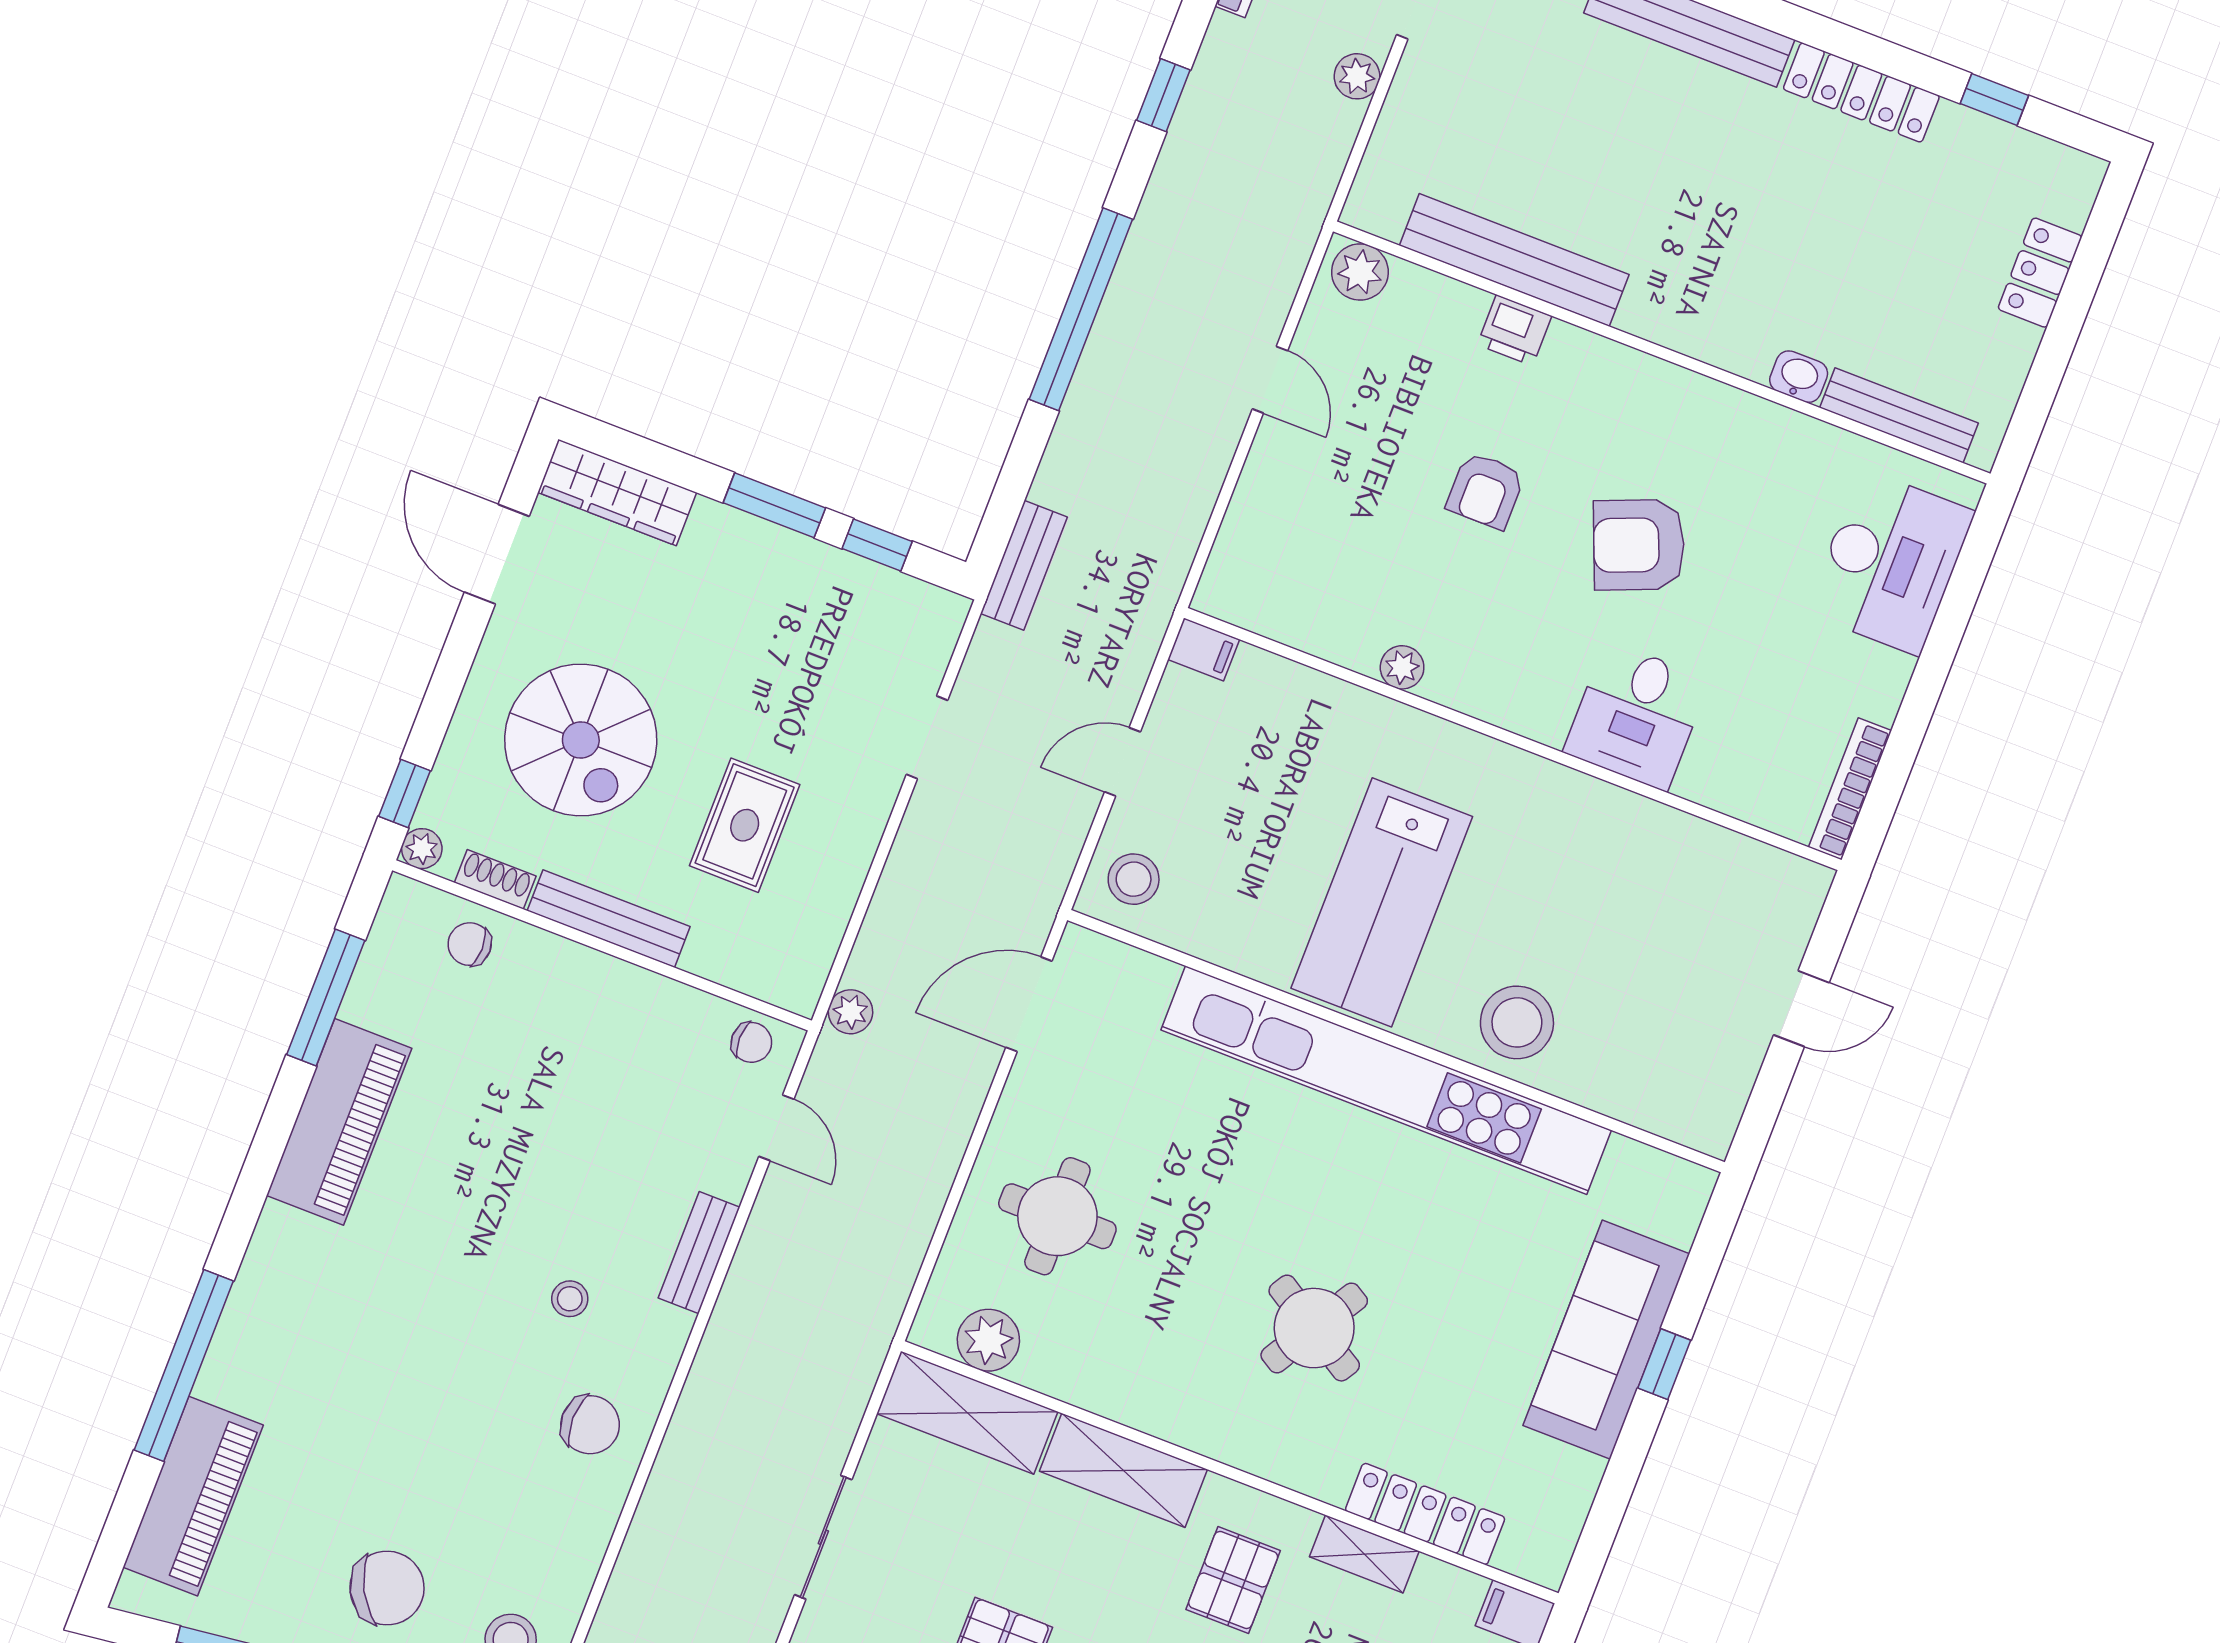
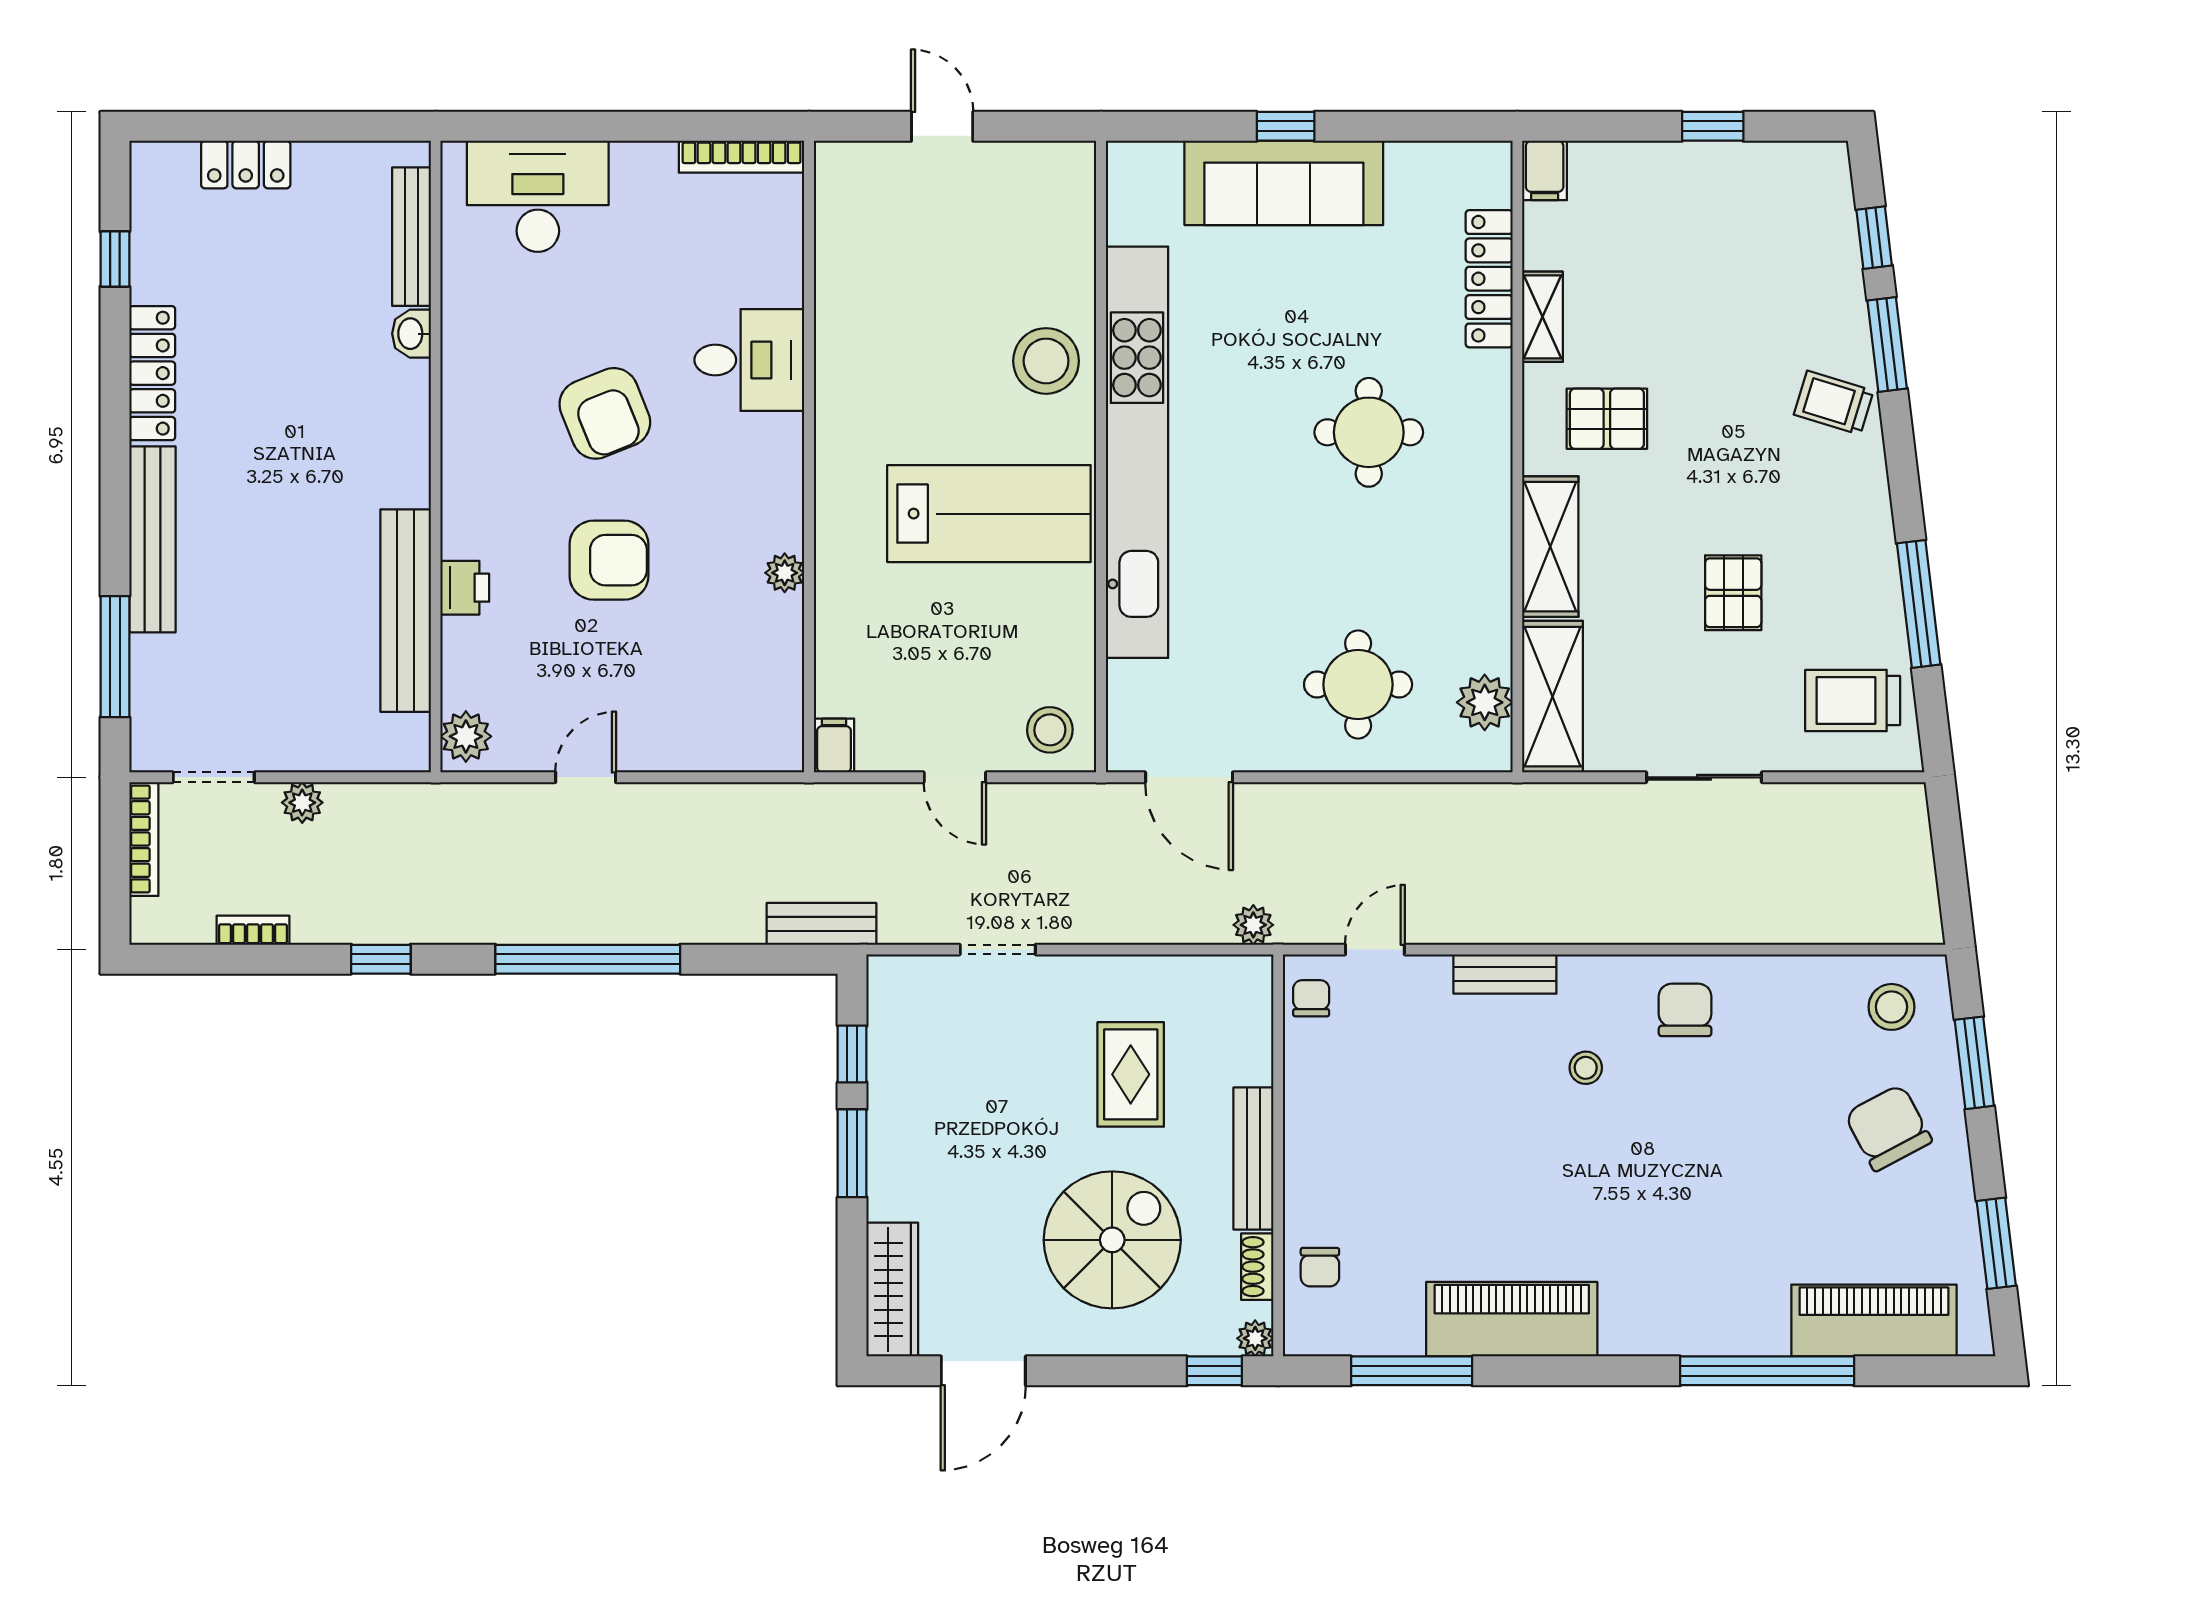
armchair: (1485, 491) -> (609, 560), width x1.38, depth x1.38
rug: (745, 825) -> (1131, 1074), turned 90
round table: (1314, 1328) -> (1369, 432), turned -31

